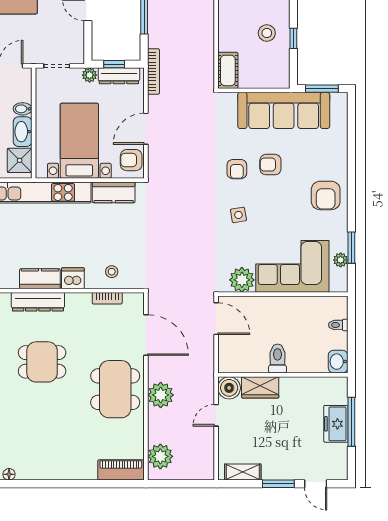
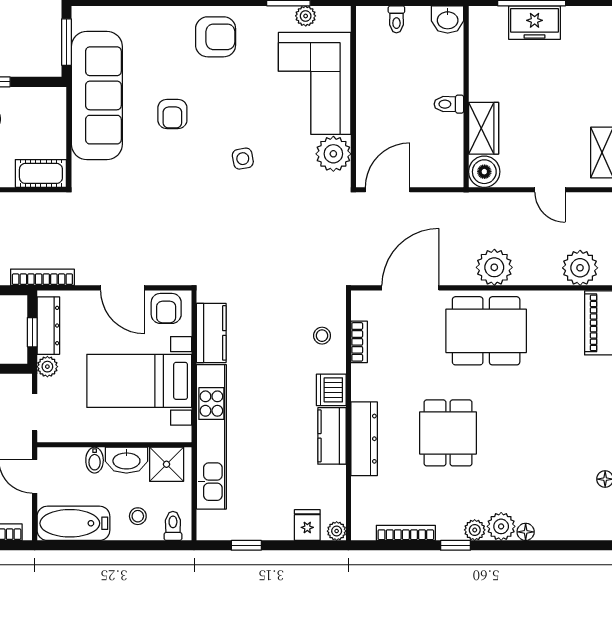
armchair: (237, 169) -> (179, 161), removed
toilet: (278, 359) -> (449, 104), width x0.73, depth x0.72
door: (216, 415) -> (550, 190), moved

